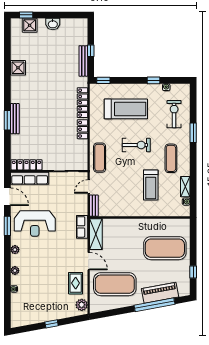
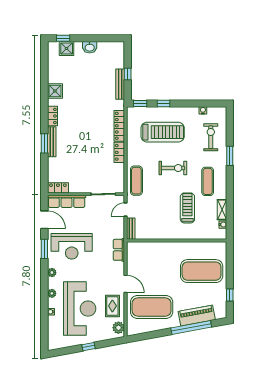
window: (154, 80) -> (163, 104), moved
locker: (16, 93) -> (52, 116), added
locker: (26, 165) -> (58, 188), width x0.66
treadmill: (151, 185) -> (187, 208), turned 180
shelving: (96, 234) -> (133, 257), removed
reception desk: (43, 286) -> (80, 309), added

